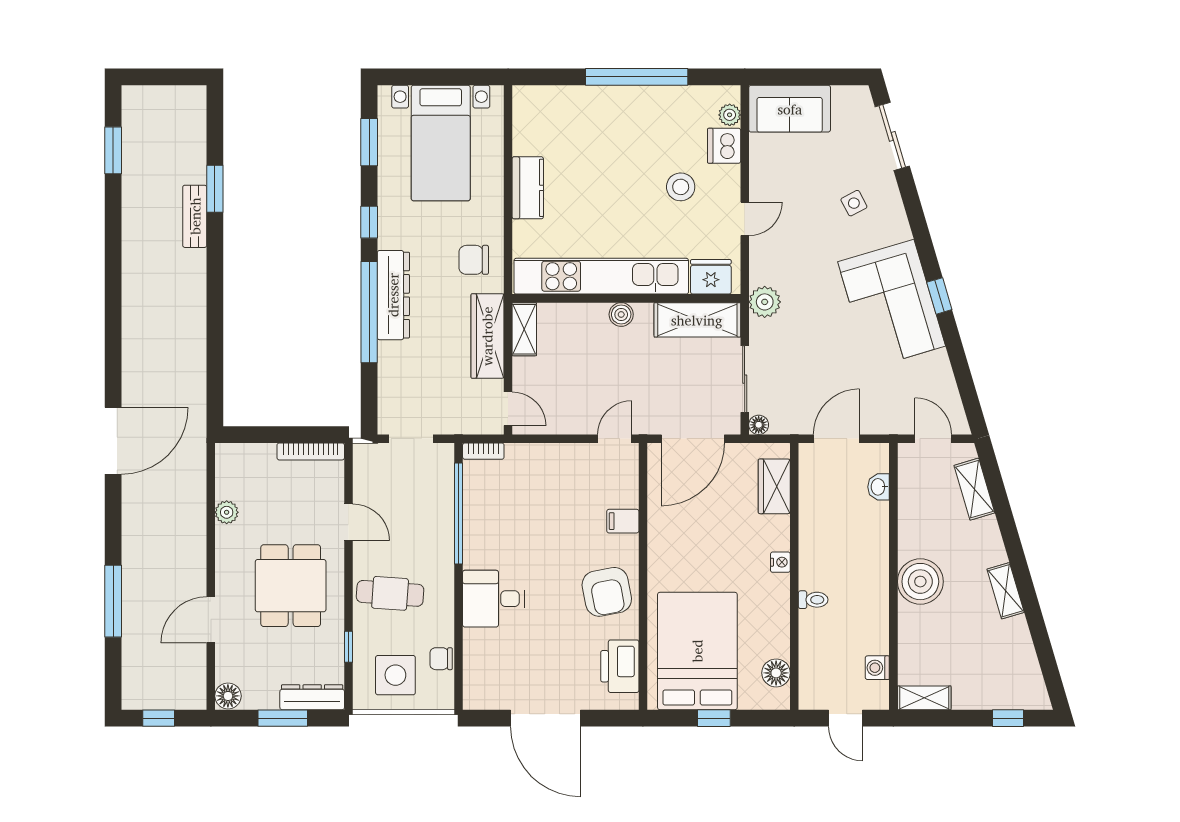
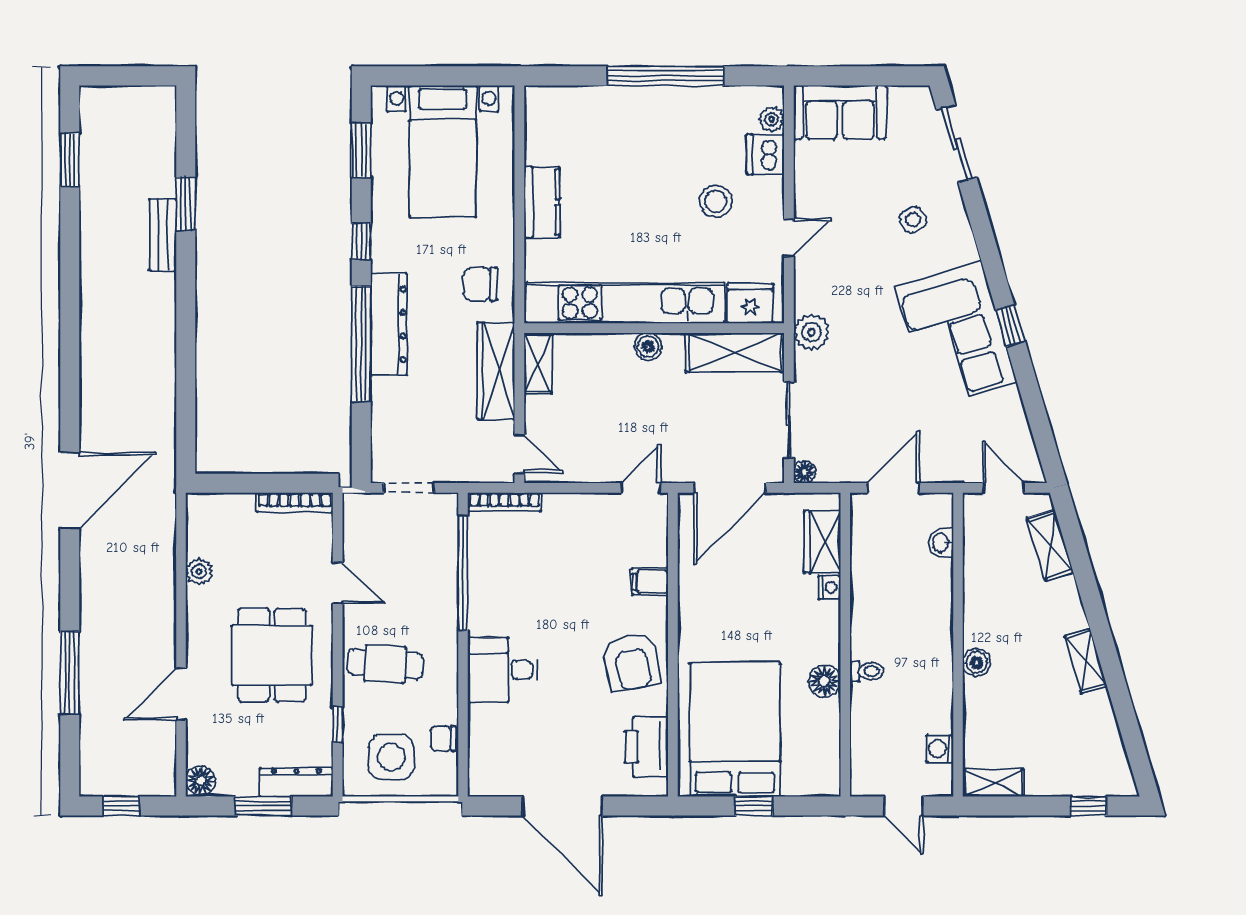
bookcase: (483, 451) -> (504, 502), width x1.56
nightstand: (780, 562) -> (829, 588), moved
boiler: (920, 582) -> (977, 662), width x0.54, depth x0.54
floor lamp: (776, 673) -> (824, 681), moved

